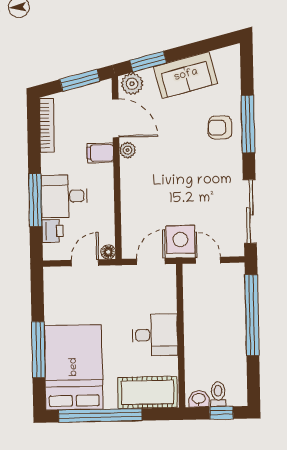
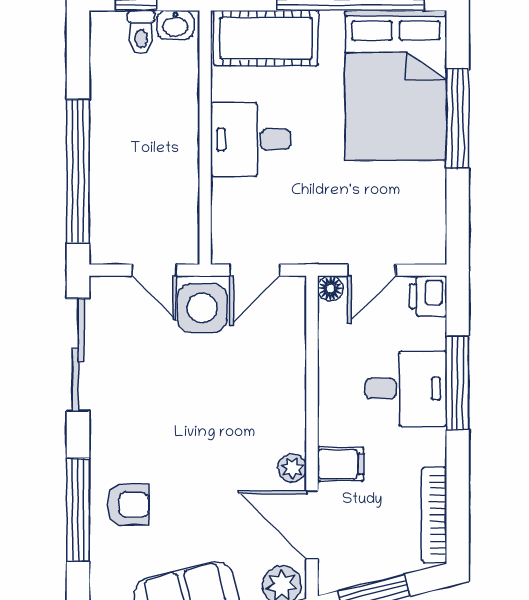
printer: (53, 231) -> (428, 296), moved

